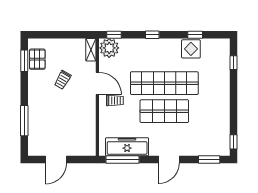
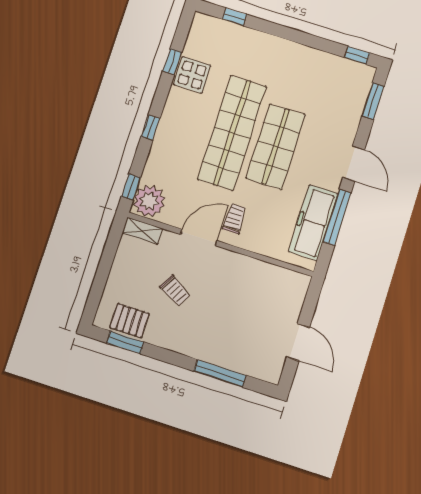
window: (122, 160) -> (337, 217), moved

